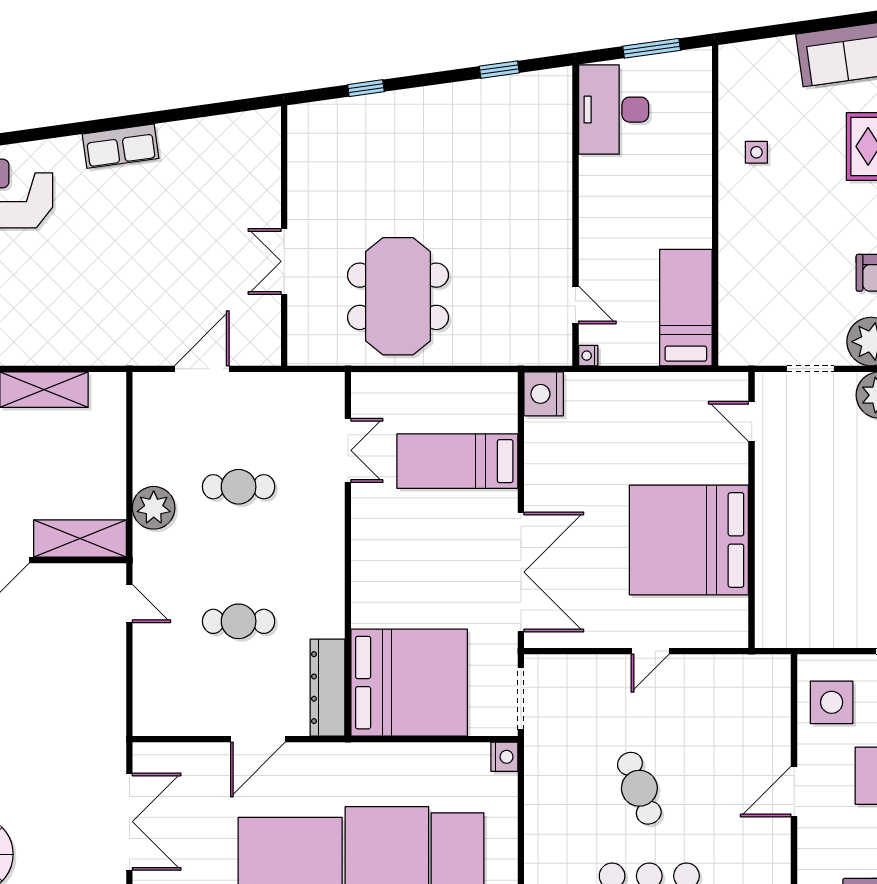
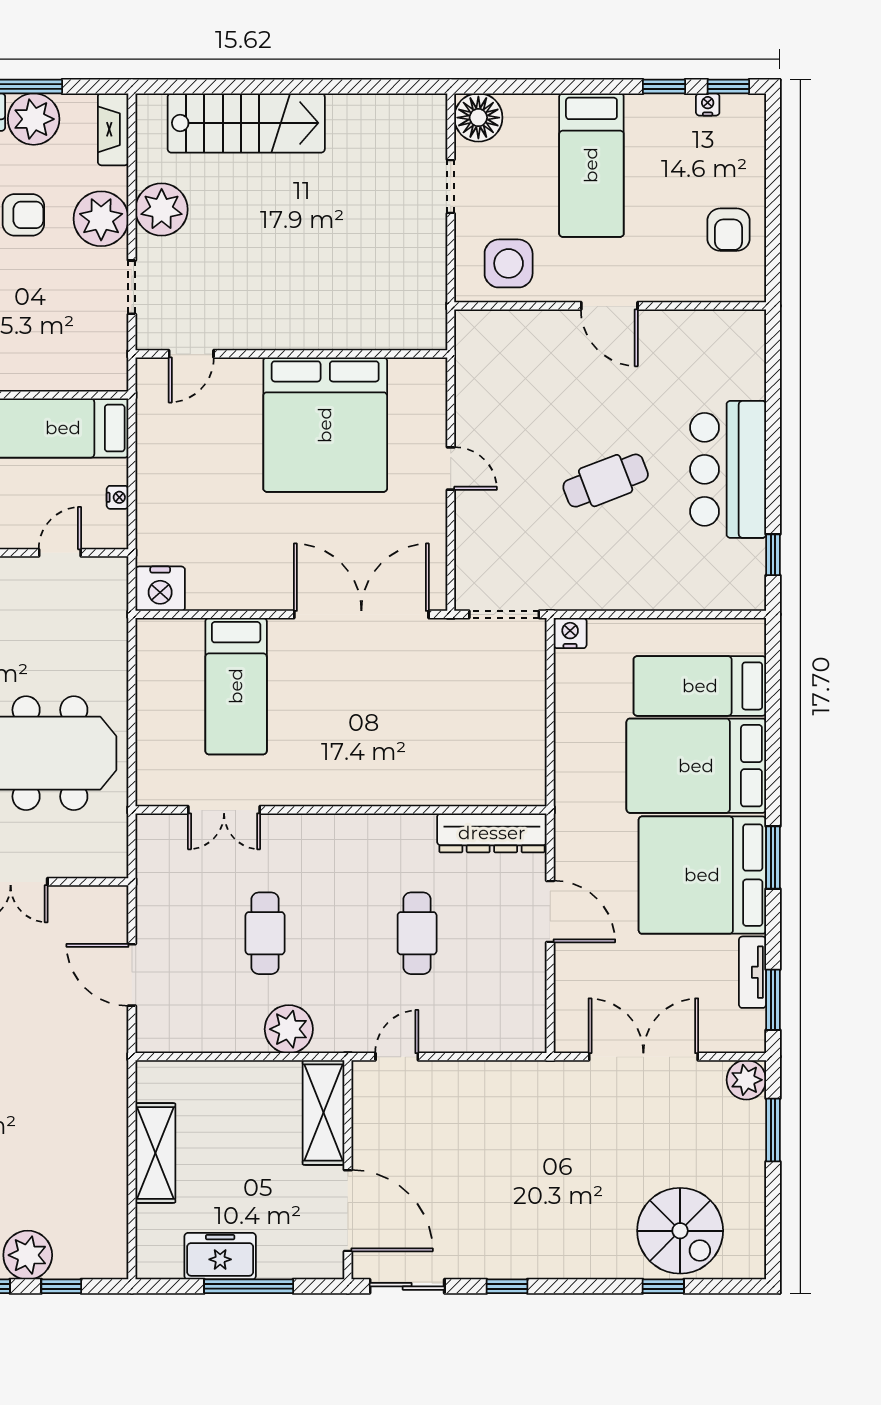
nightstand: (588, 356) -> (118, 497), moved, turned -90
double door: (348, 450) -> (224, 810), swing flipped
bed: (409, 683) -> (486, 741), removed

